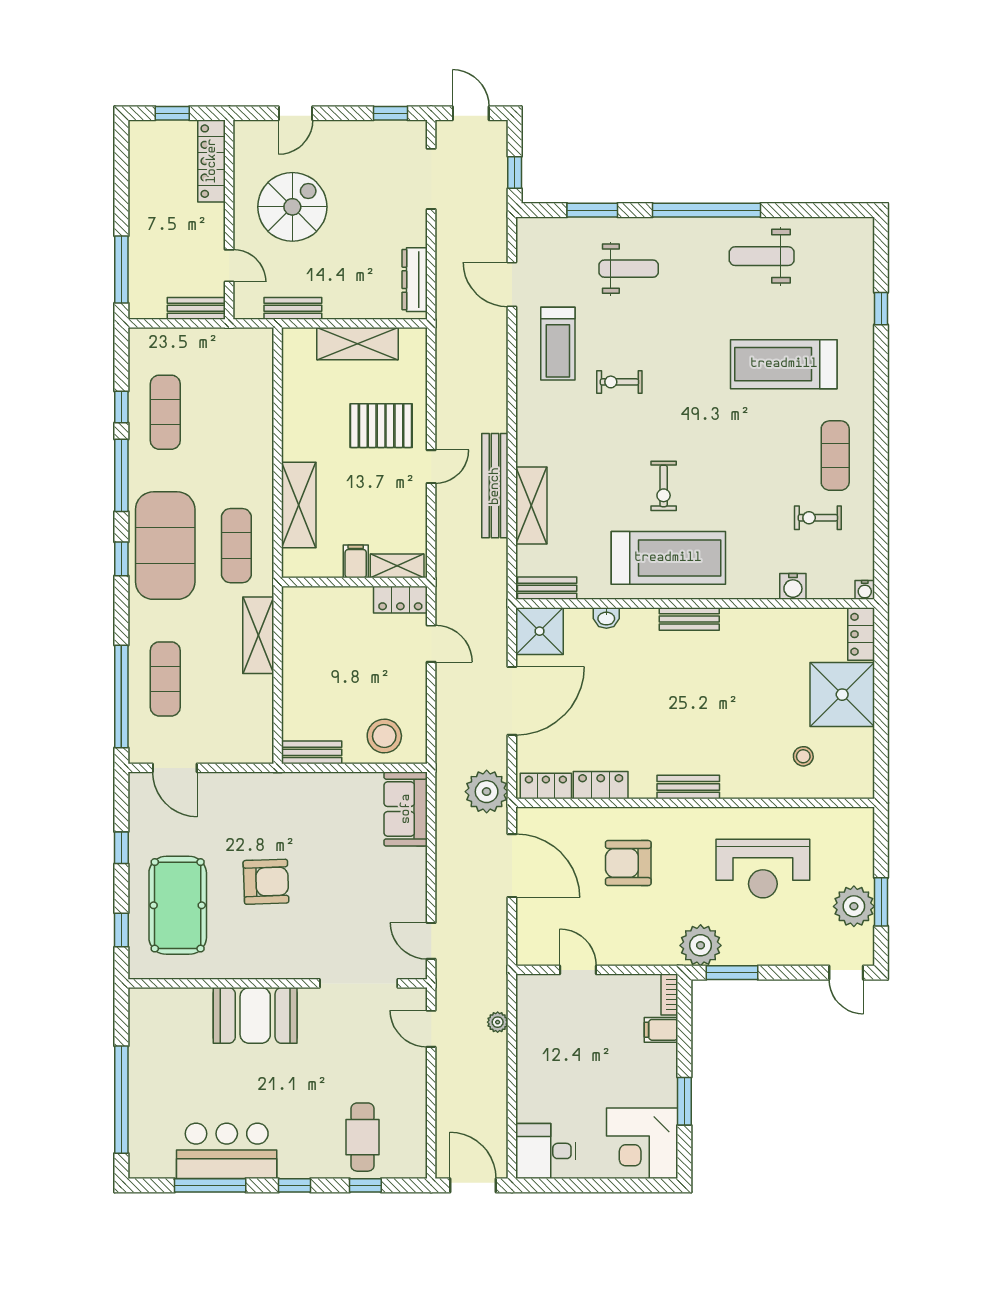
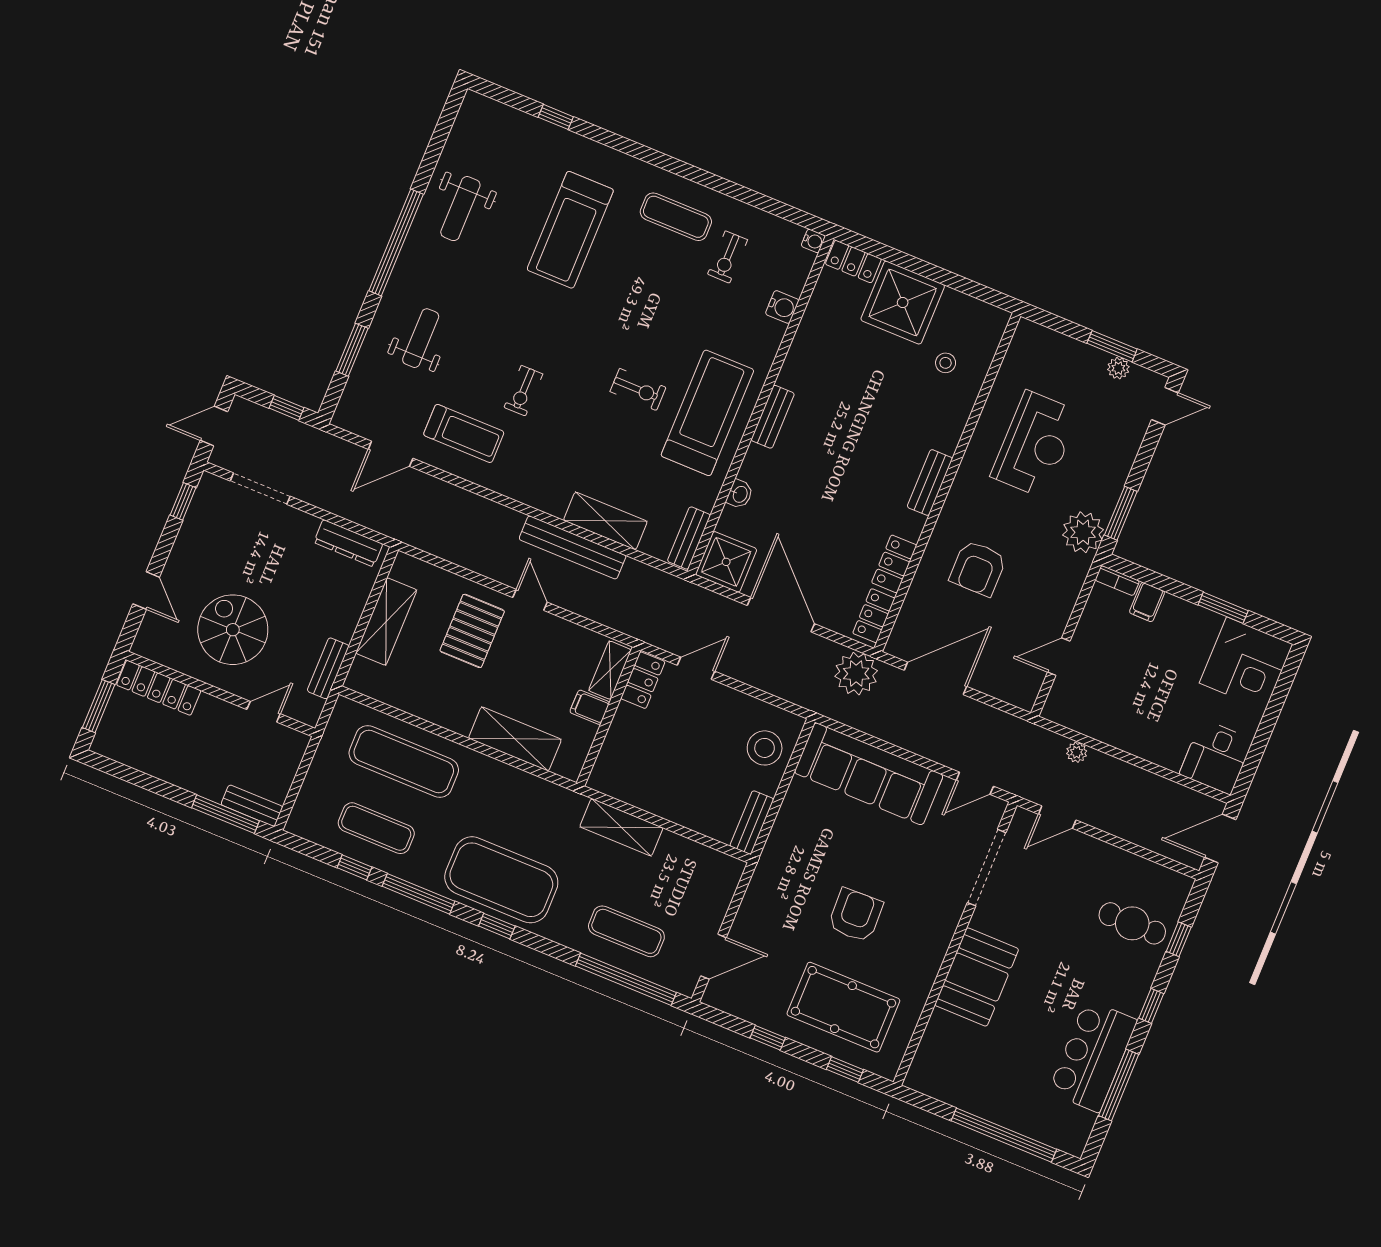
window: (172, 113) -> (99, 706), width x1.50
bench: (196, 308) -> (252, 806), moved, turned 90
exercise mat: (236, 546) -> (404, 761), moved, width x1.36, depth x1.45
sofa: (406, 809) -> (869, 774), width x1.85, depth x1.27
plant: (854, 906) -> (1118, 368), width x0.53, depth x0.53

